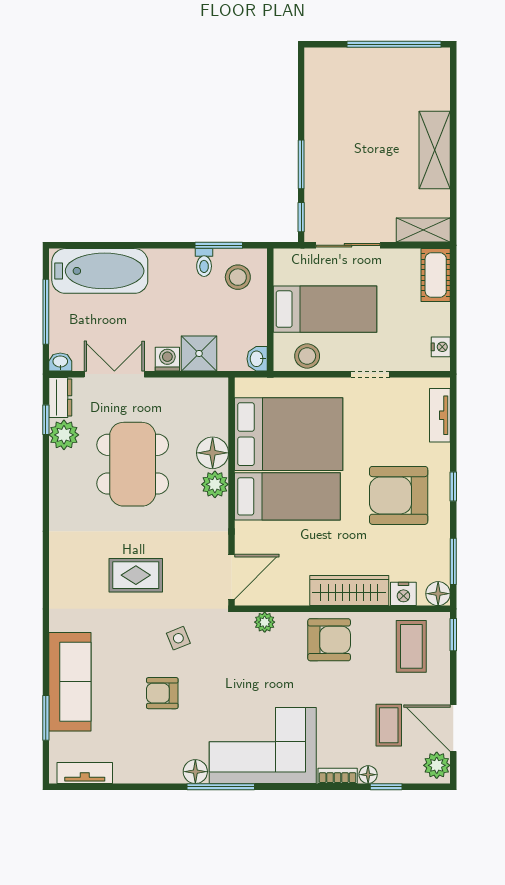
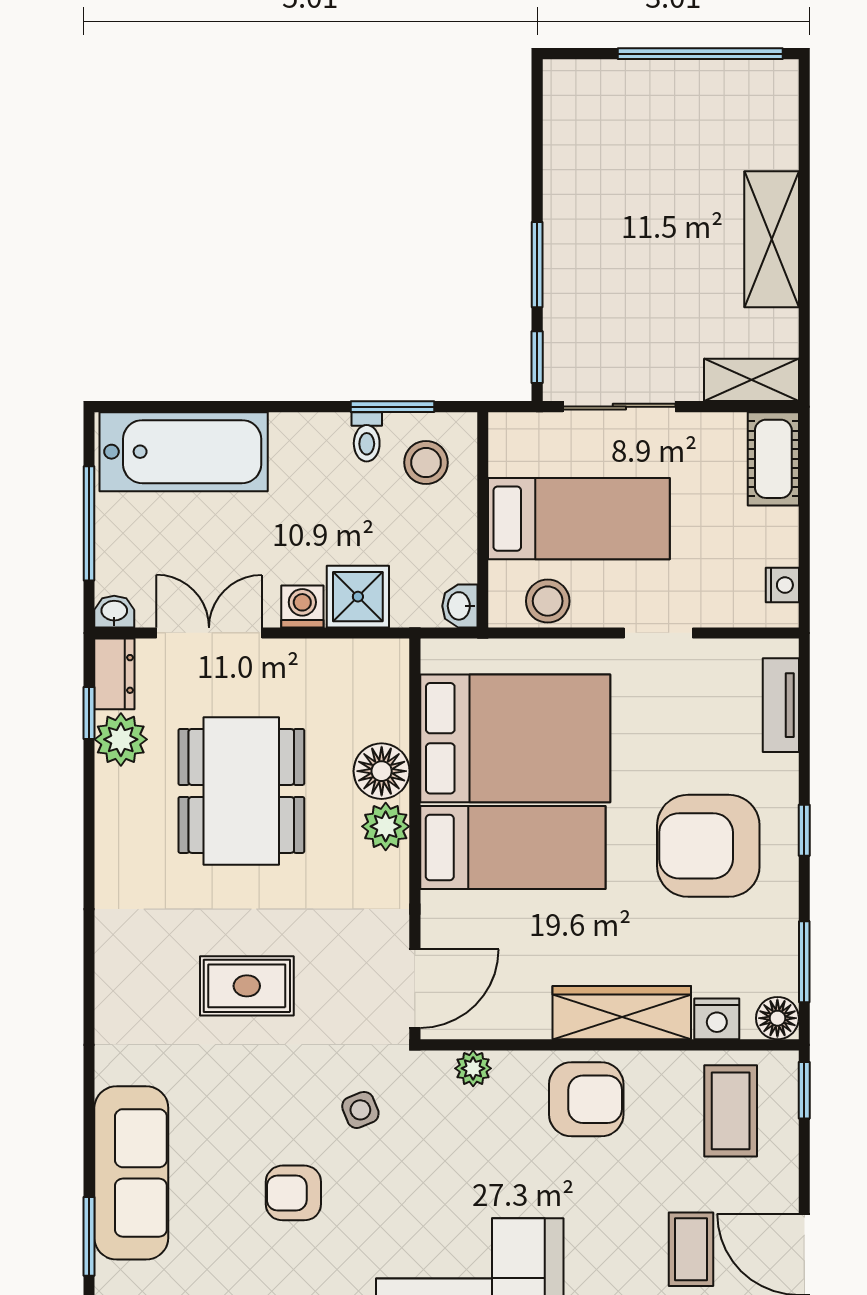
side table: (178, 638) -> (360, 1110), moved

